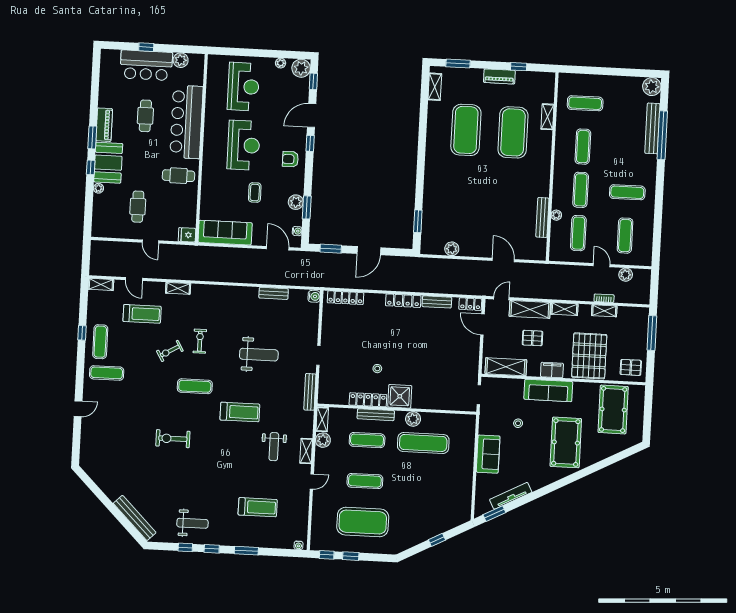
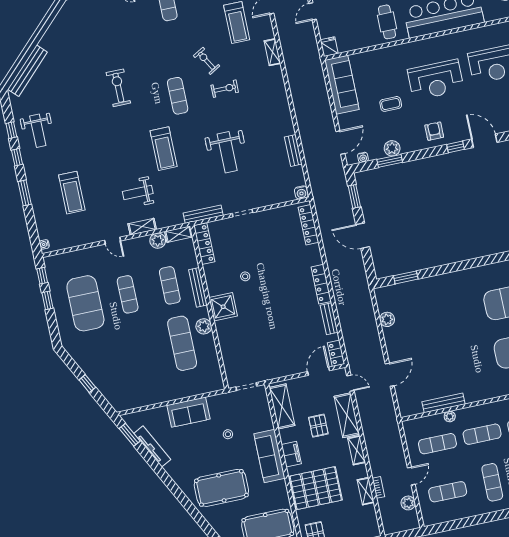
locker: (368, 400) -> (204, 244), moved

